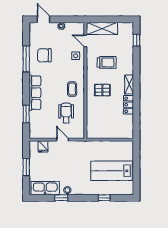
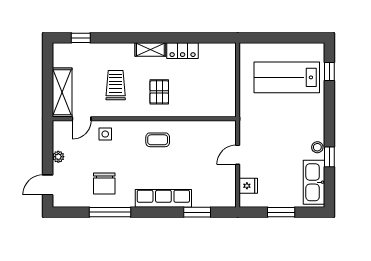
wheelchair: (66, 113) -> (195, 149), removed
lab bench: (112, 171) -> (287, 77), turned 90
window: (104, 198) -> (329, 71), moved

